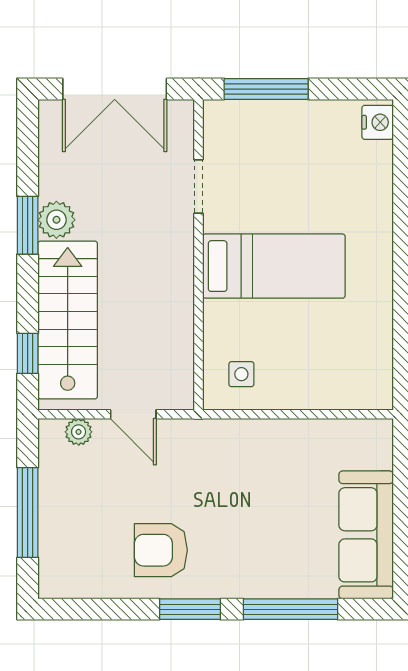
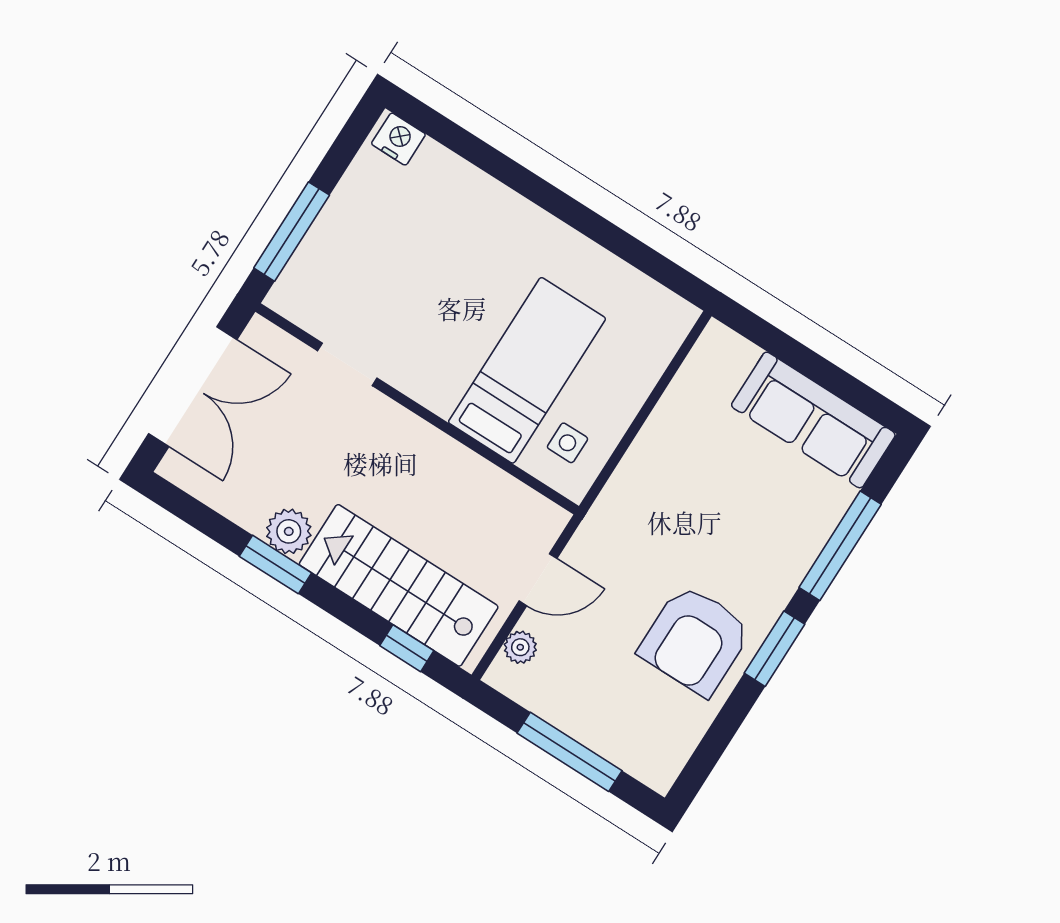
bed: (274, 266) -> (527, 370), moved
armchair: (161, 550) -> (695, 640), width x1.36, depth x1.36

